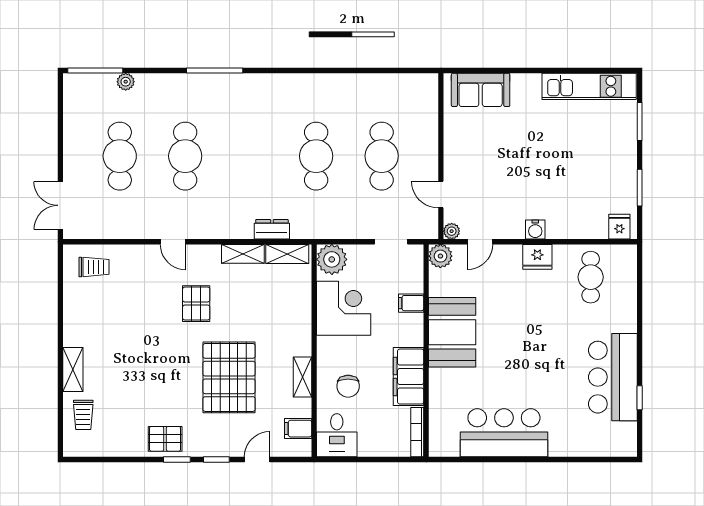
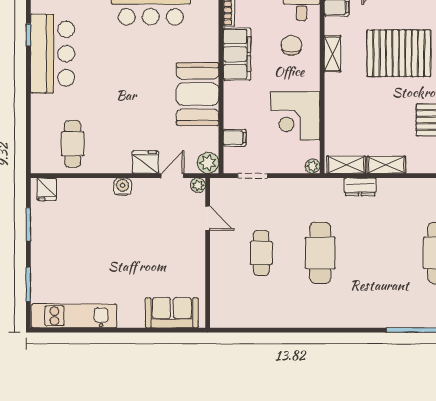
cafe table: (382, 156) -> (261, 253), width x0.73, depth x0.74
fridge: (537, 257) -> (145, 162), moved
plant: (332, 259) -> (313, 166), width x0.53, depth x0.53
filing cabinet: (411, 303) -> (235, 138), moved
pallet: (229, 377) -> (399, 53), turned 90

